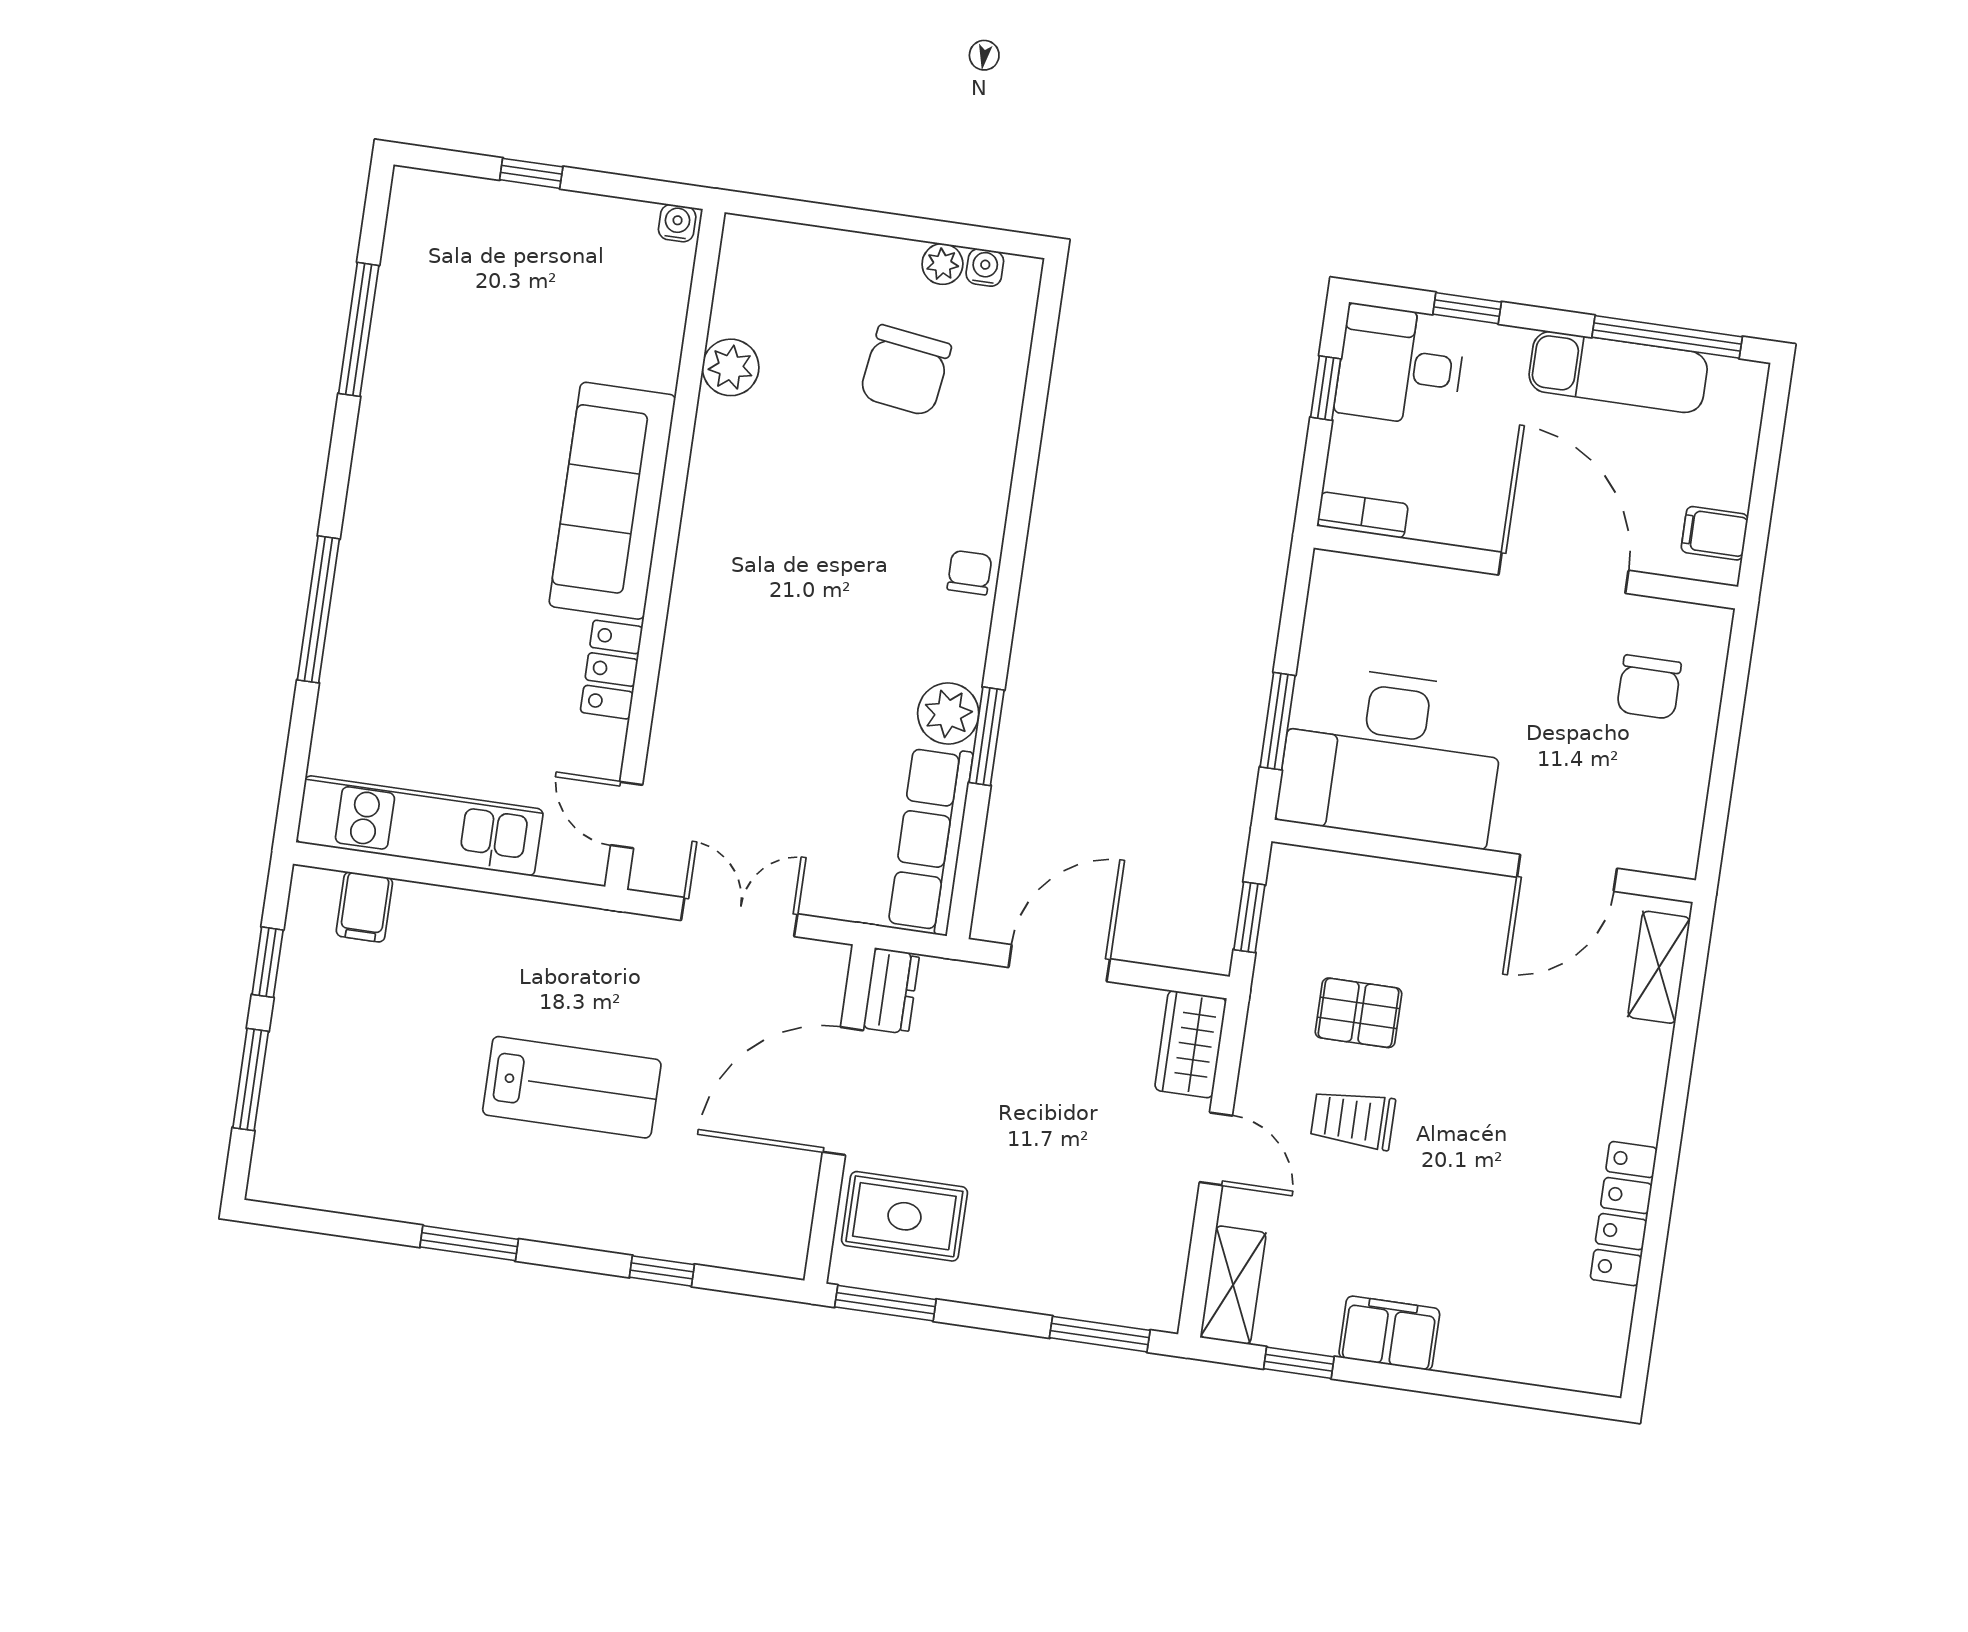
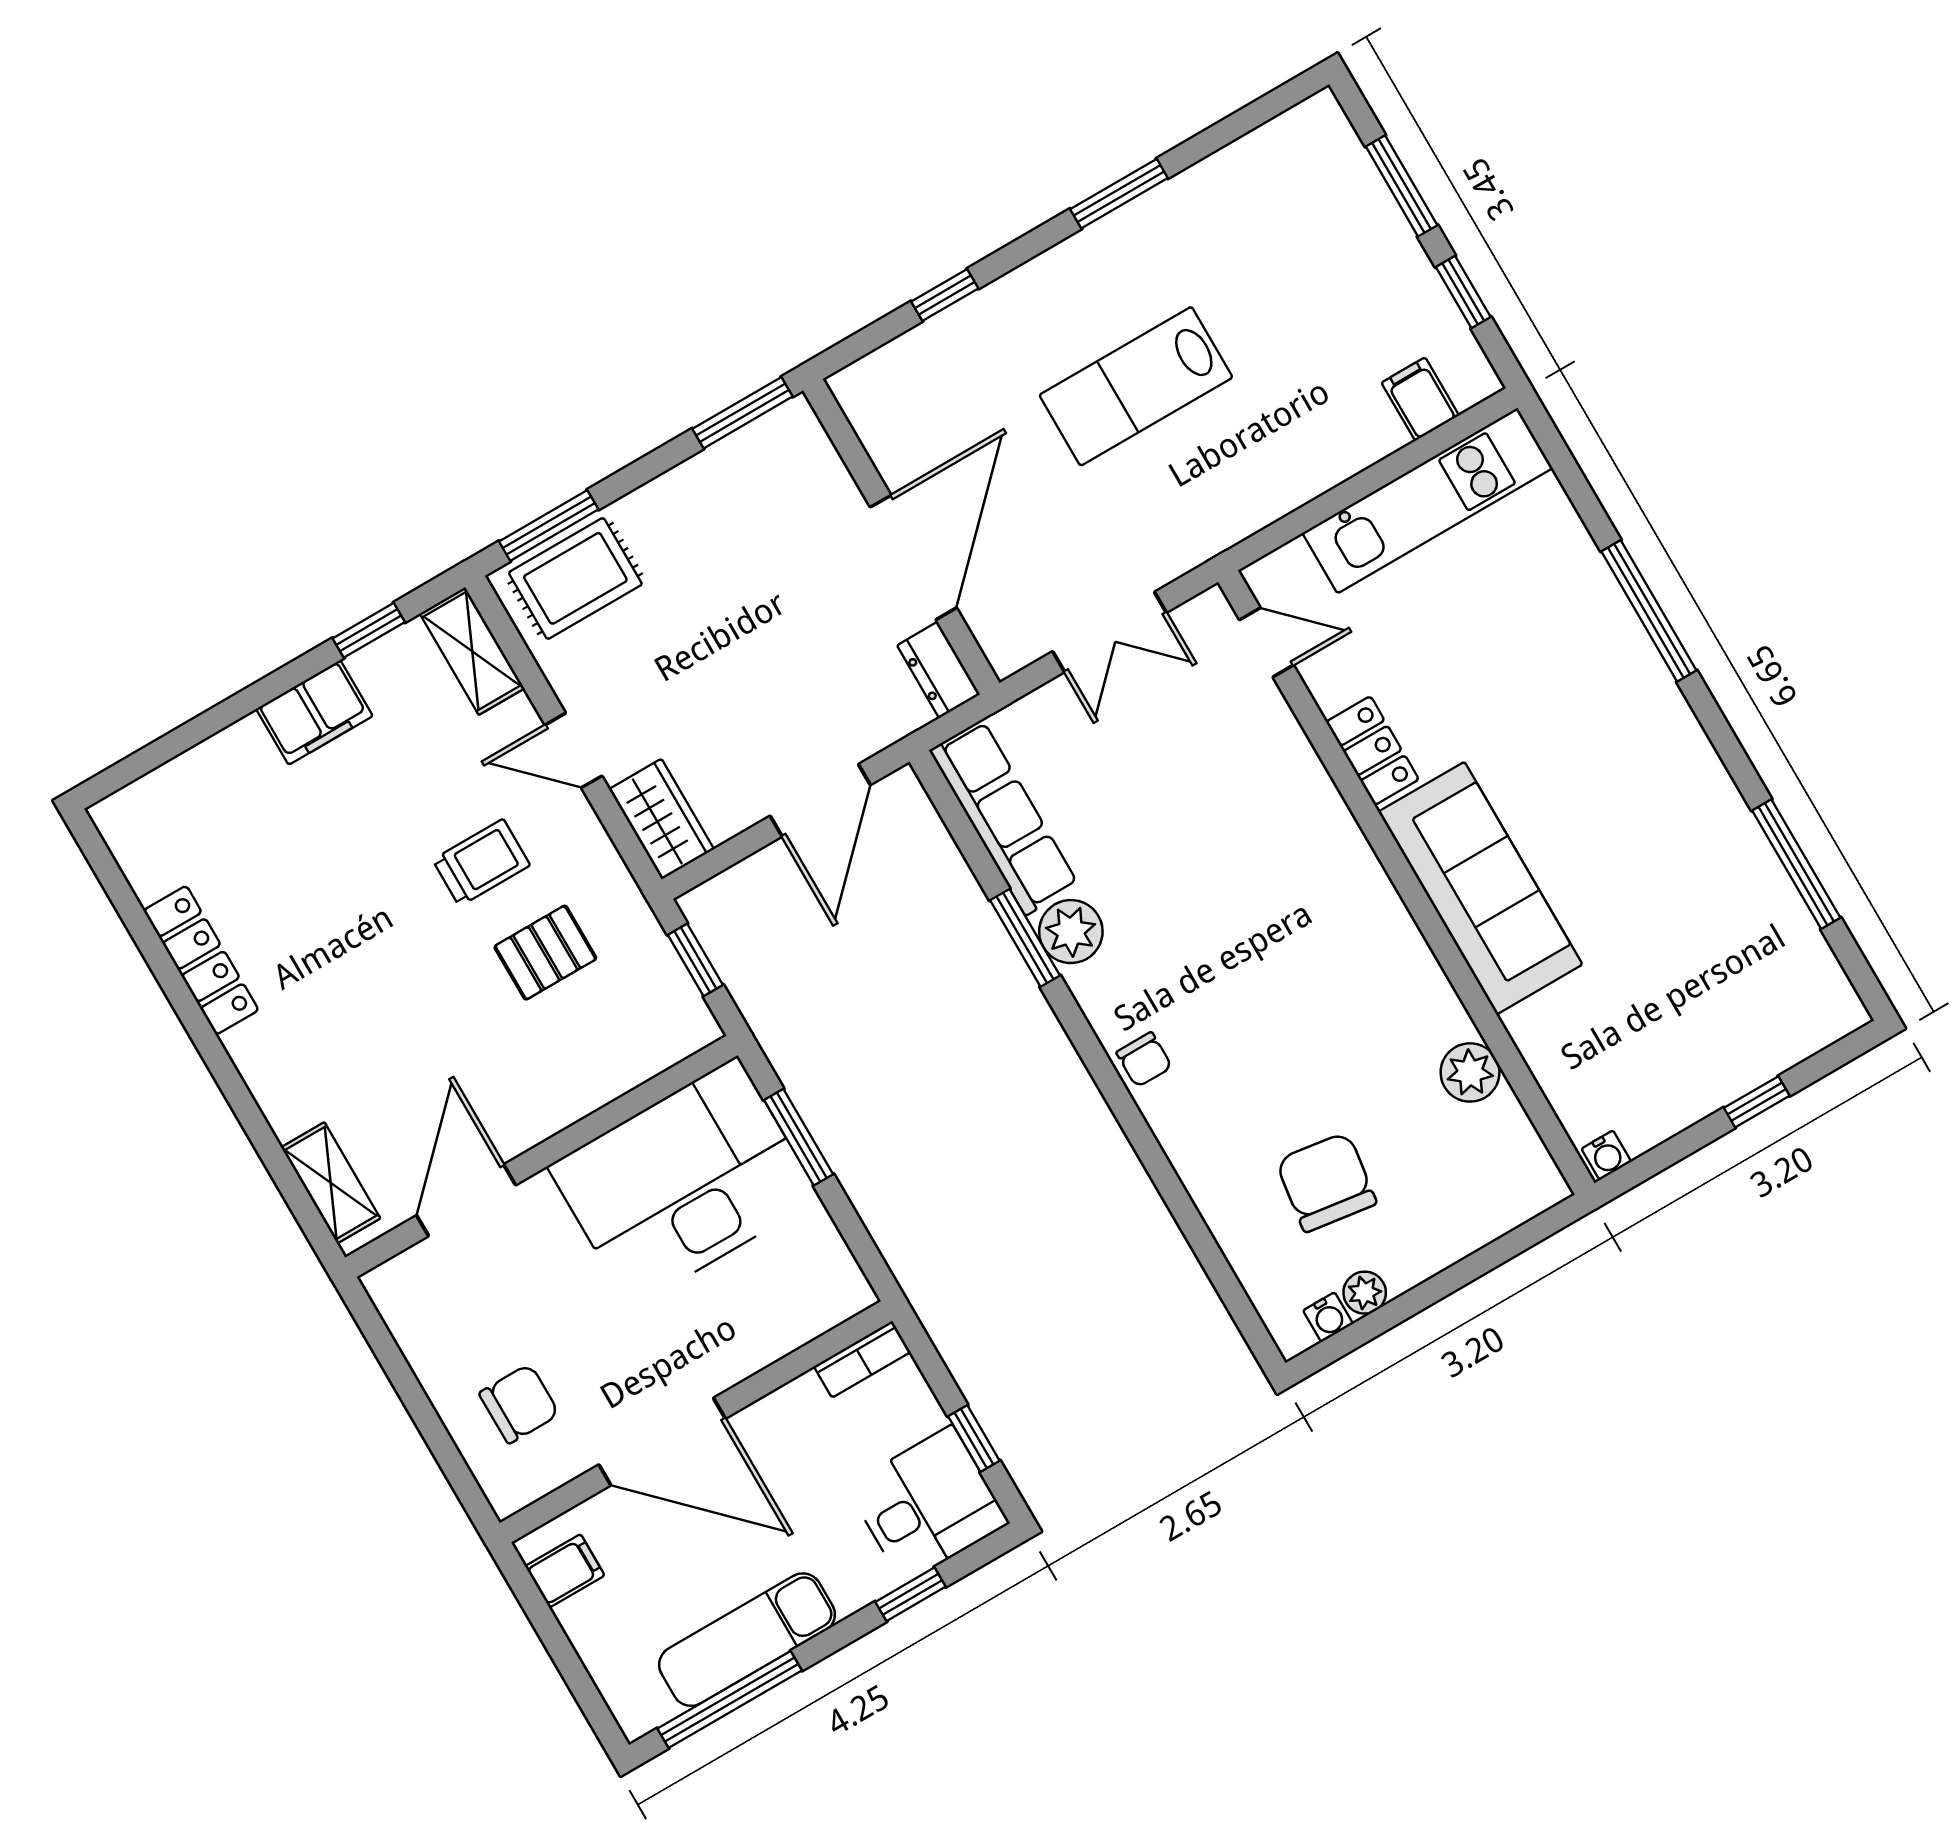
chair: (1649, 687) -> (519, 1404), turned 90
rug: (904, 1216) -> (575, 578), moved

